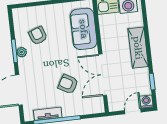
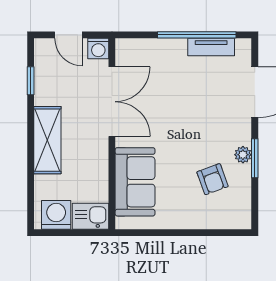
armchair: (68, 84) -> (172, 93), removed
washing machine: (146, 102) -> (98, 49), moved
door: (133, 111) -> (68, 35), hinge flipped

